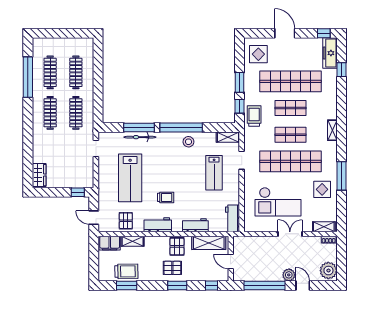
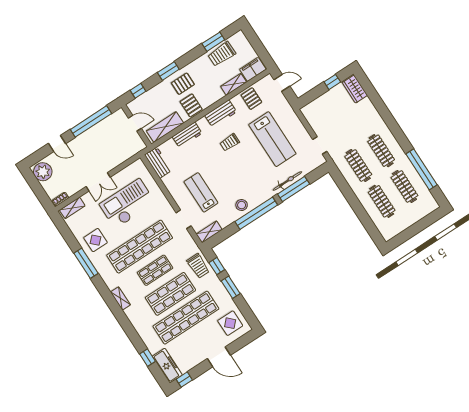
shop shelf: (290, 108) -> (170, 294), width x1.43, depth x1.36
lab bench: (130, 178) -> (272, 139), turned 180
window: (78, 192) -> (332, 82), moved
plant: (289, 275) -> (75, 145), removed

